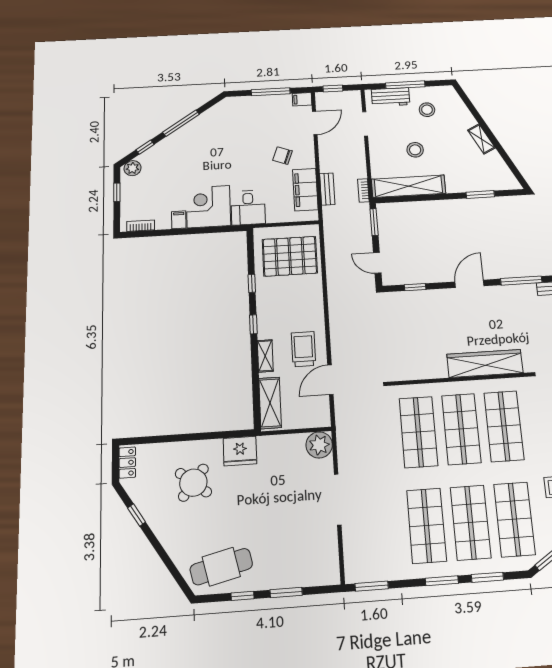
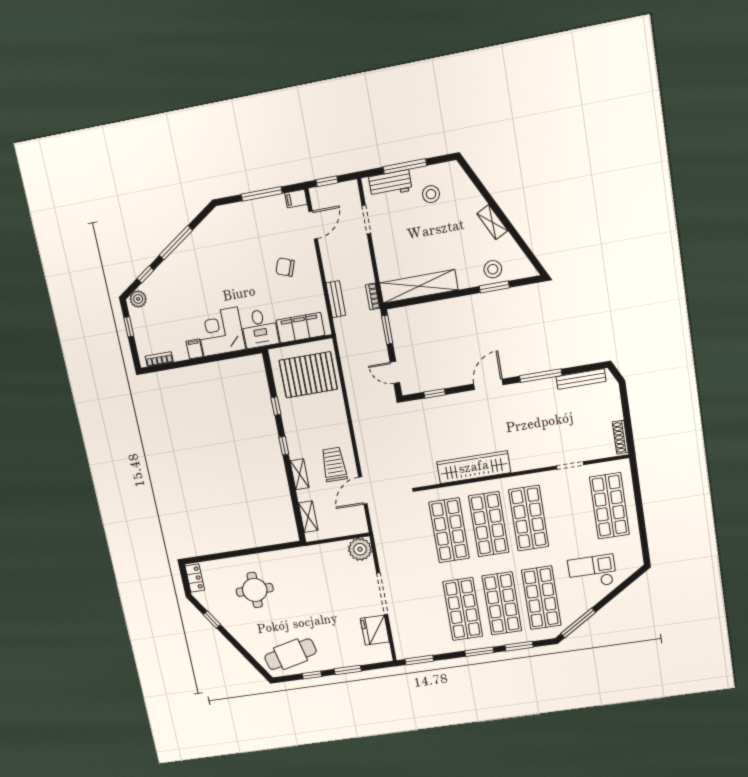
stool: (415, 150) -> (493, 269), moved
filing cabinet: (305, 190) -> (300, 328), moved, turned 90
wardrobe: (485, 363) -> (474, 467), moved
shelving: (270, 403) -> (308, 517), width x0.67, depth x0.75
fridge: (240, 451) -> (375, 630), moved, turned 90
round table: (193, 483) -> (255, 590), turned -38

